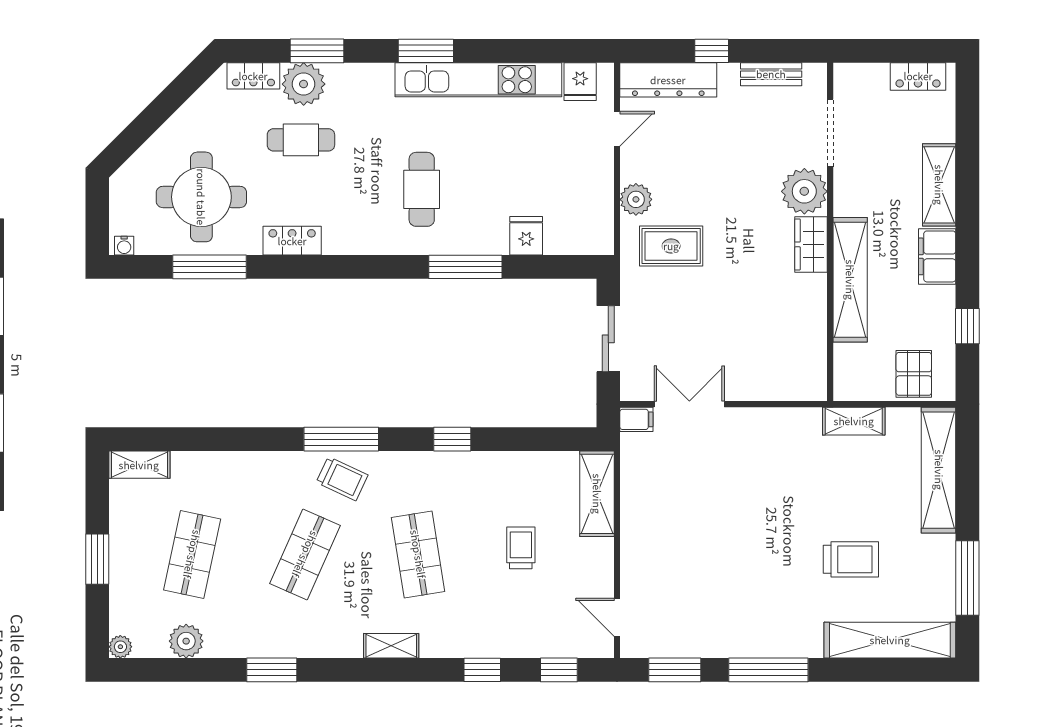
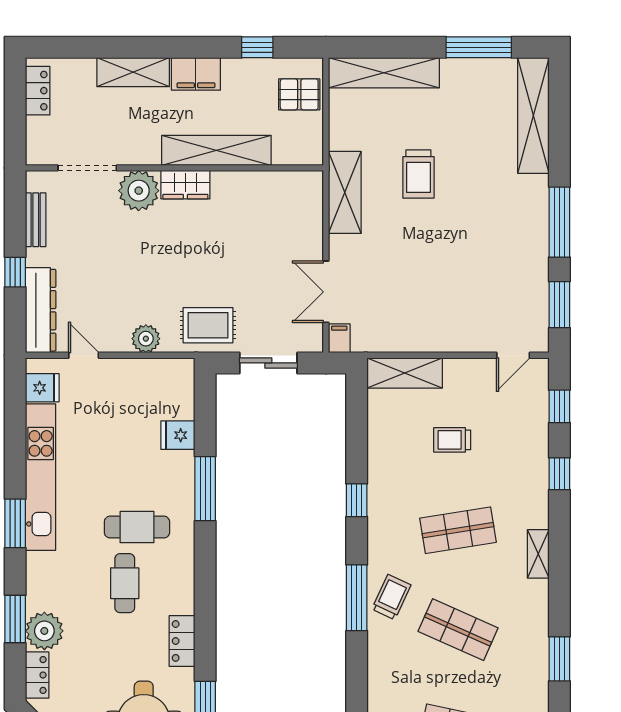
cafe table: (301, 140) -> (125, 583), moved
rug: (671, 246) -> (208, 325), moved, turned 90
shelving: (854, 421) -> (345, 192), moved, width x1.50, depth x1.33
trolley: (851, 559) -> (418, 174), moved, turned 180

